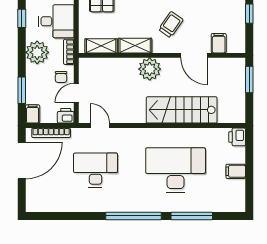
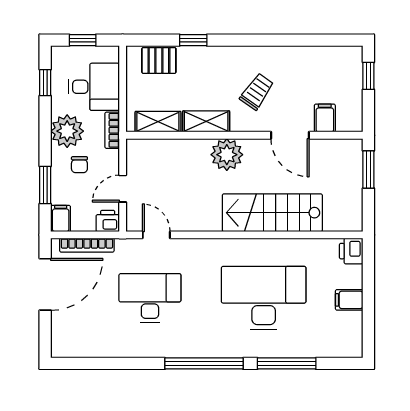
chair: (61, 77) -> (79, 165), moved

